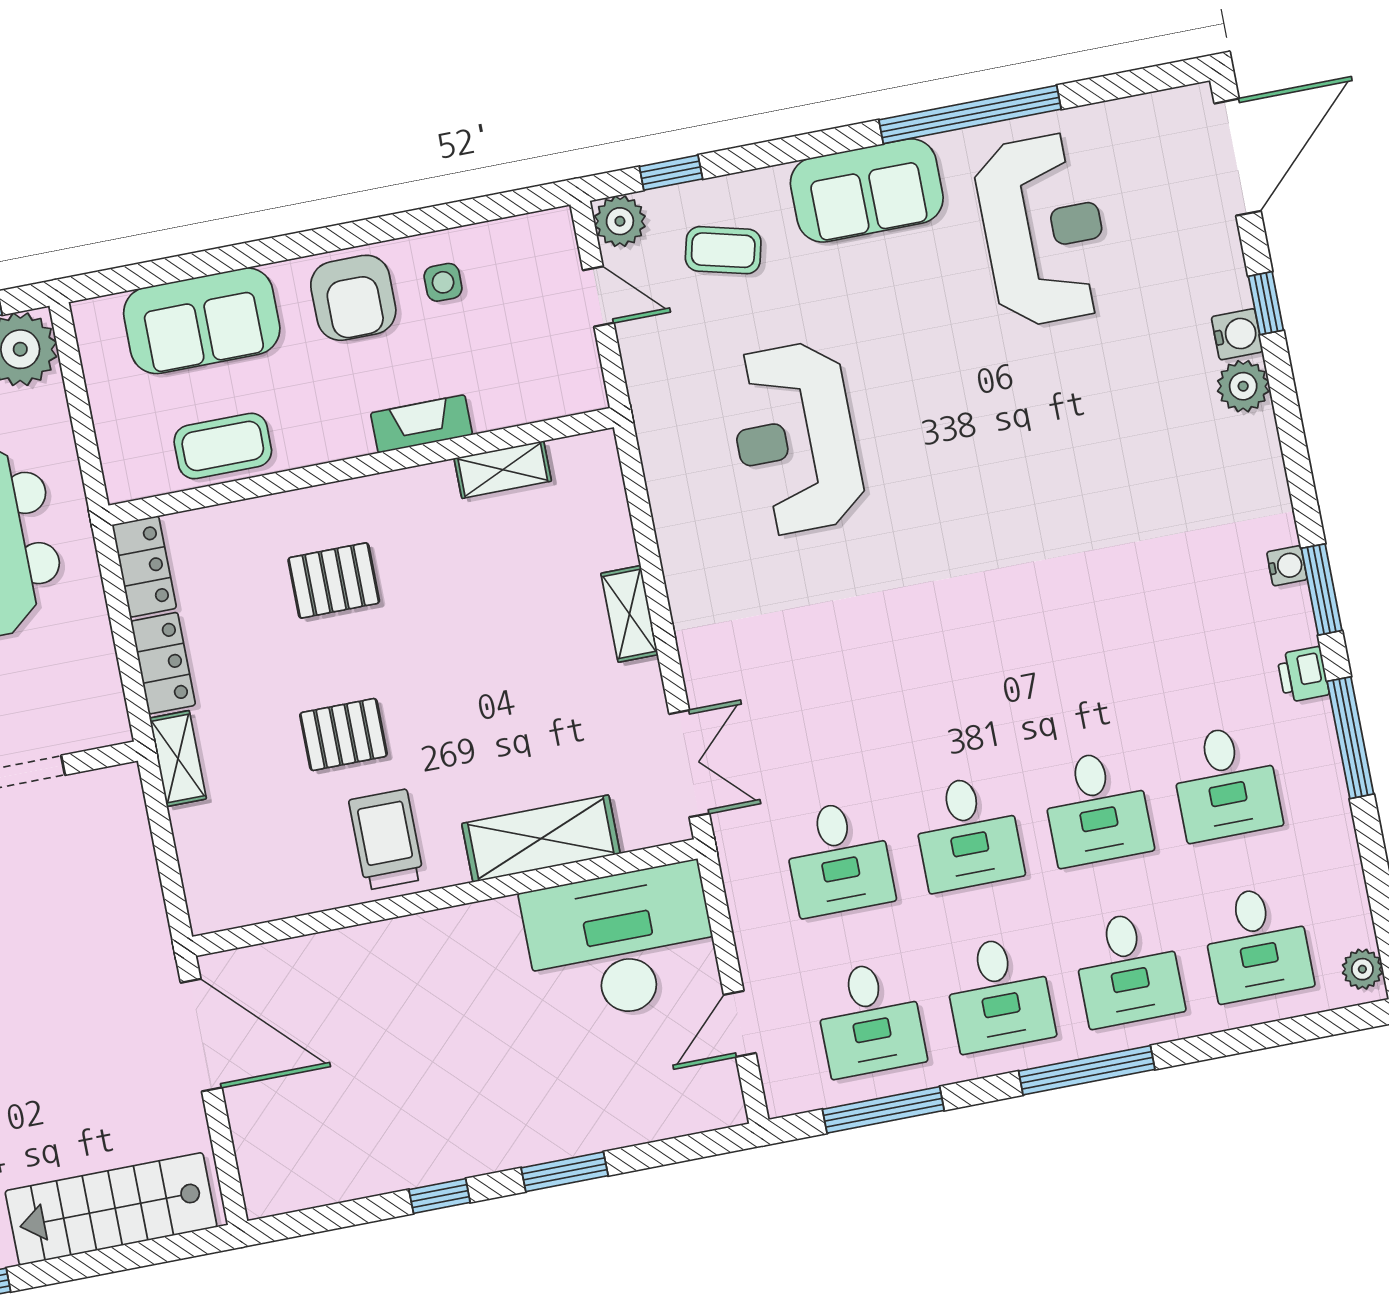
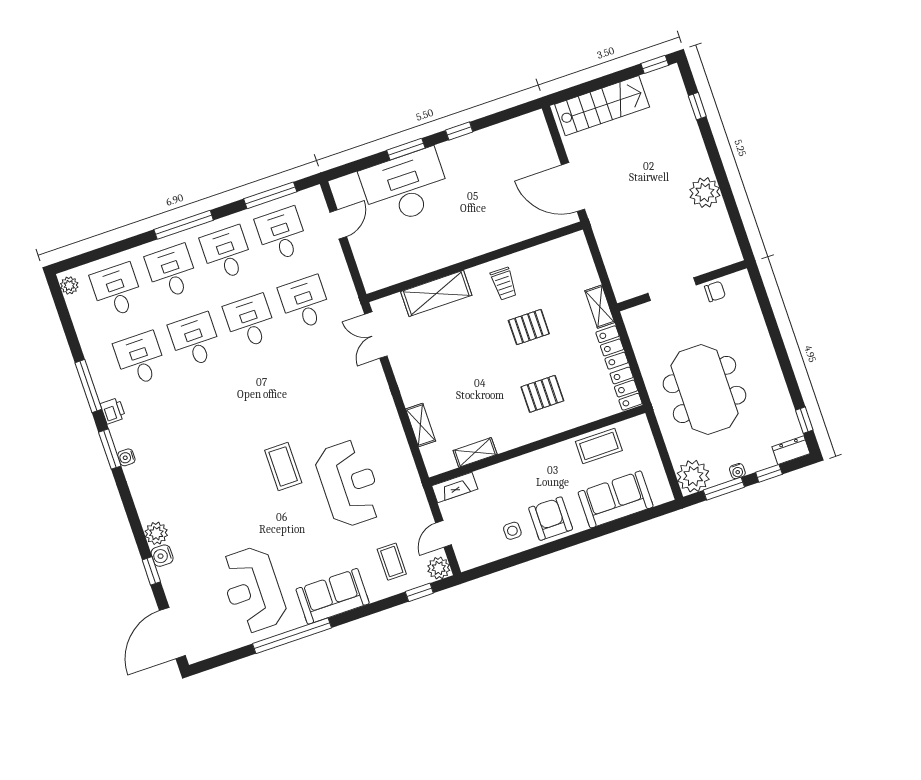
coffee table: (723, 250) -> (392, 562), turned 76
door: (598, 296) -> (444, 534), hinge flipped
fireplace: (421, 424) -> (455, 487), moved
coffee table: (938, 497) -> (283, 466), added
shelving: (629, 614) -> (421, 425), moved
trolley: (386, 840) -> (504, 284), width x0.73, depth x0.72
desk: (621, 943) -> (405, 187), moved, turned 180

